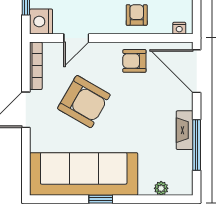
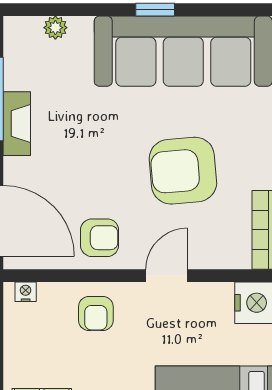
door: (76, 38) -> (167, 276), moved
armchair: (84, 102) -> (183, 171), turned -35

